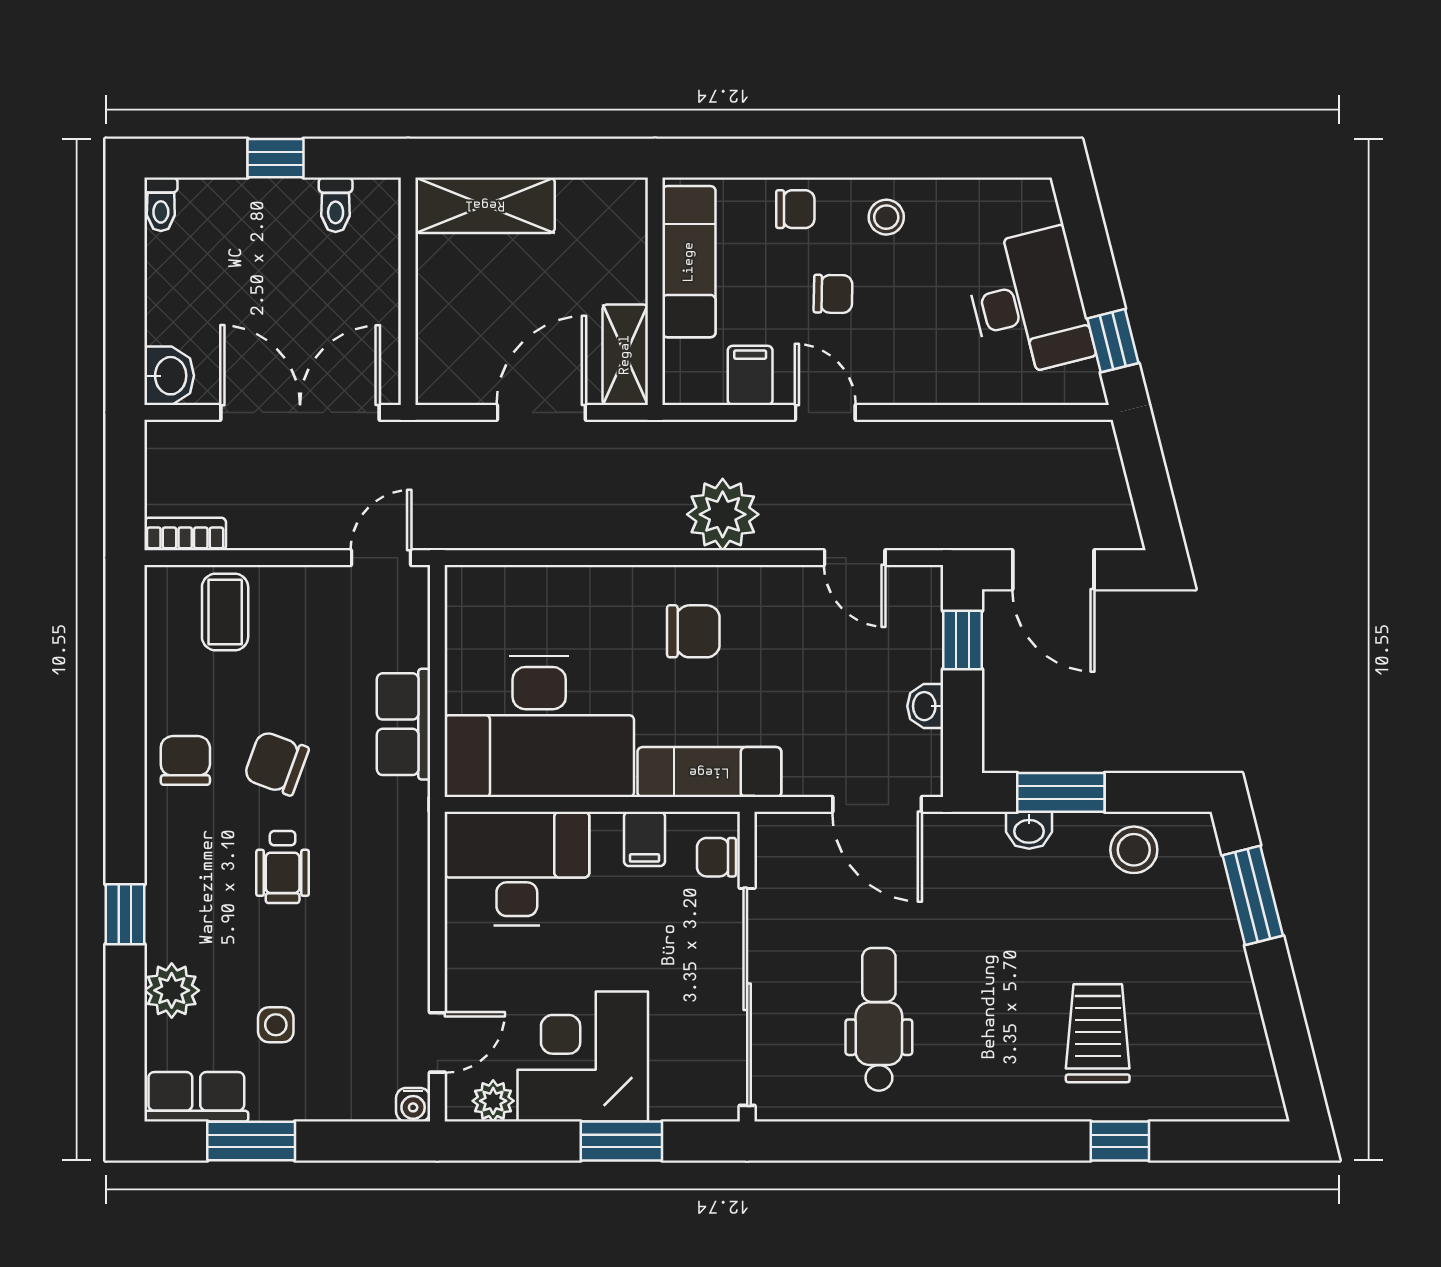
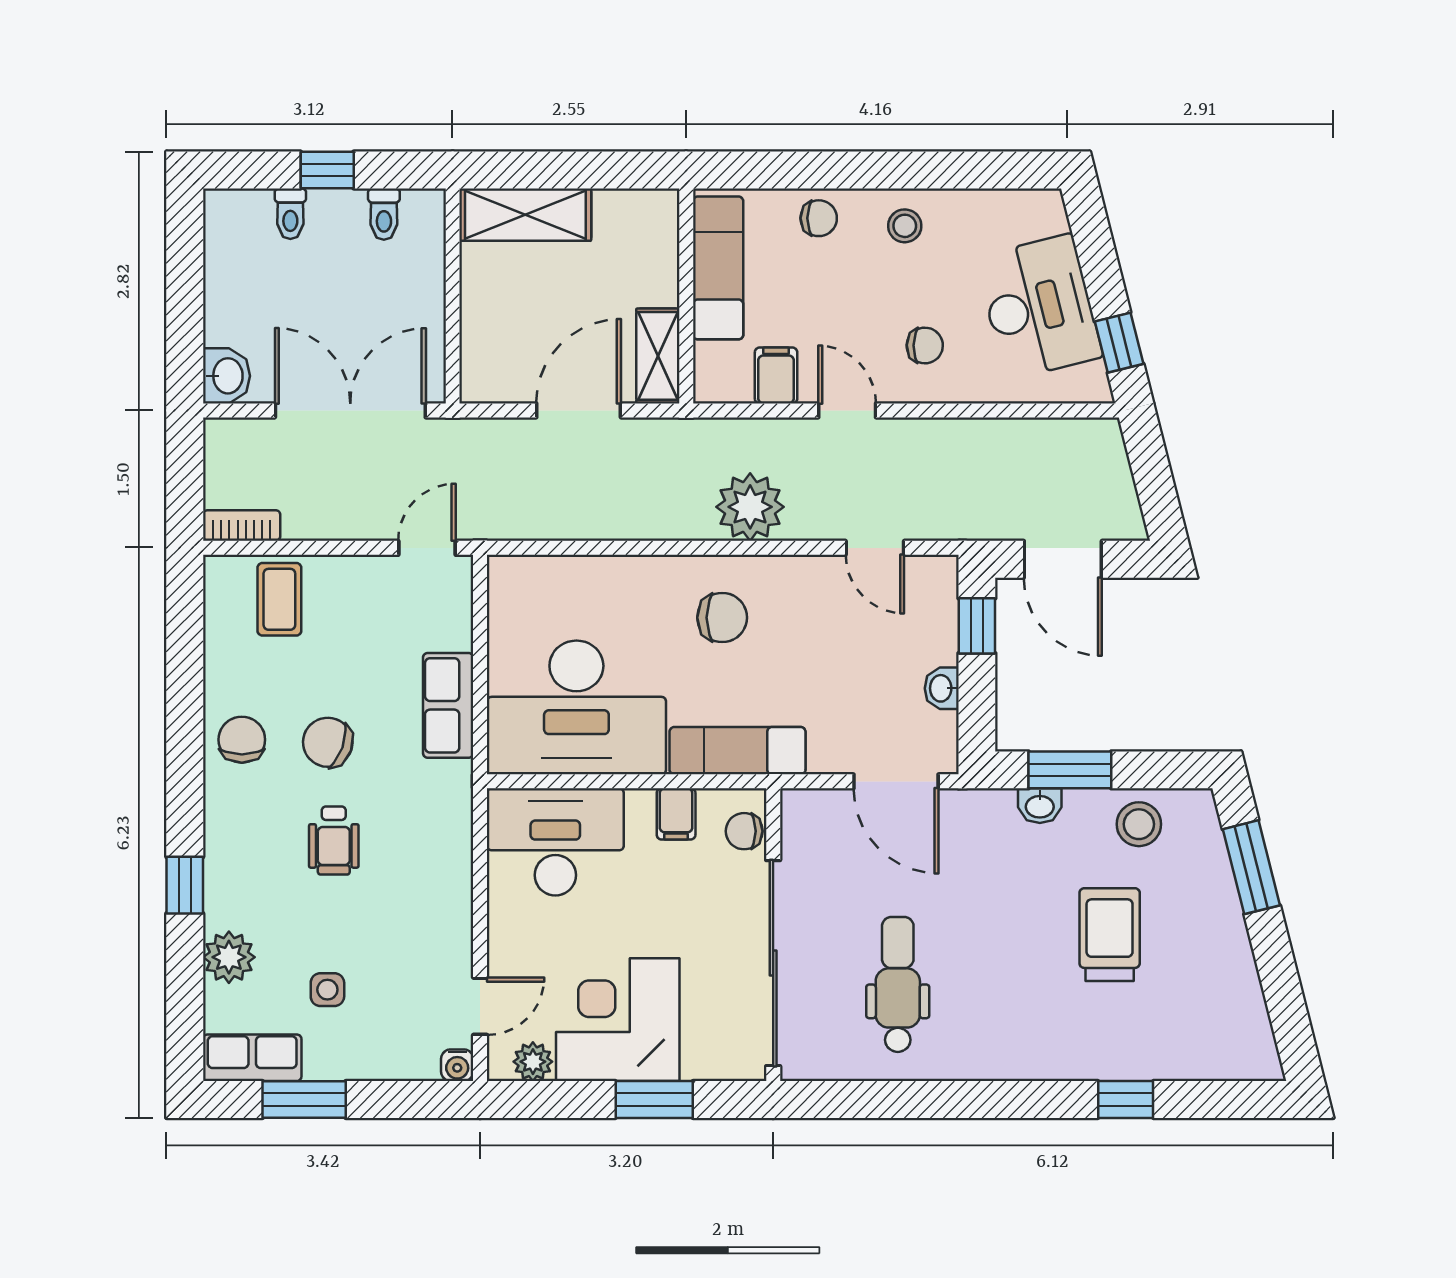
toilet: (161, 204) -> (290, 214), moved
chair: (833, 294) -> (925, 345), moved
trolley: (1098, 1033) -> (1110, 935), moved

